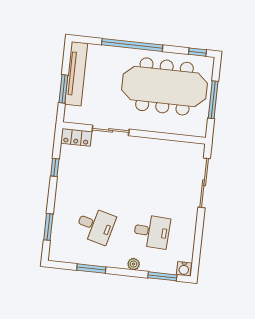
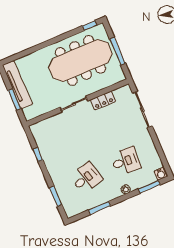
window: (132, 45) -> (44, 45), removed
sliding door: (111, 130) -> (74, 104), moved
locker: (76, 137) -> (103, 100), moved
desk: (96, 225) -> (86, 178), turned -30

